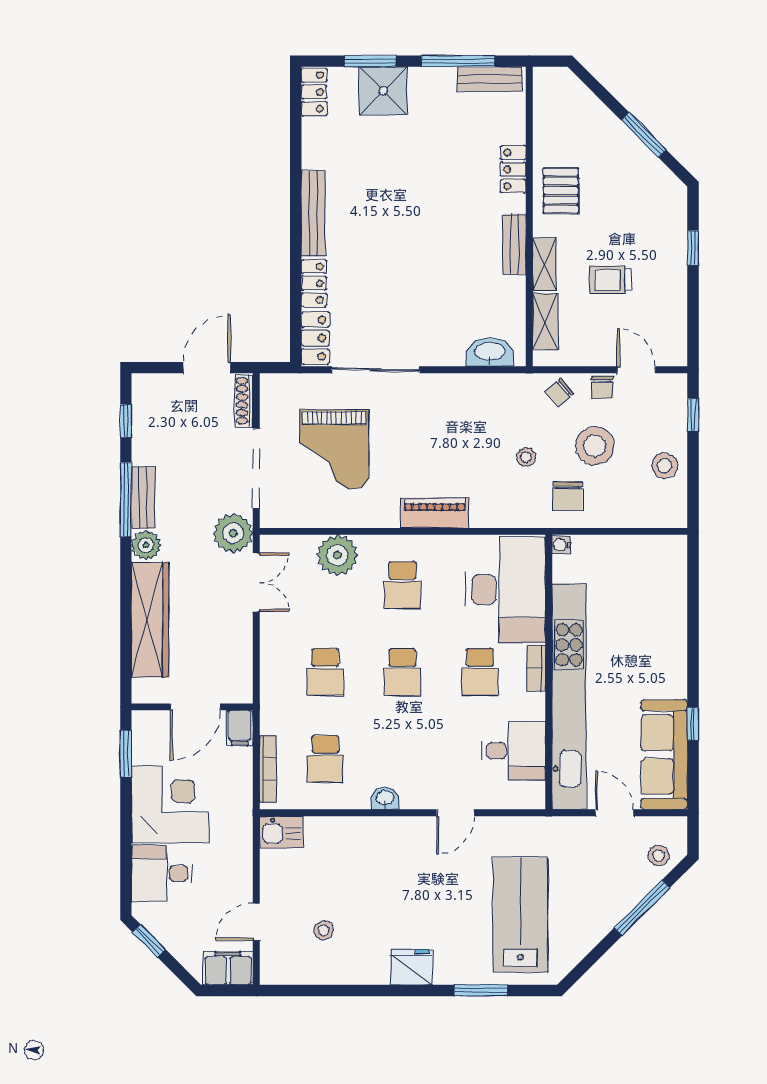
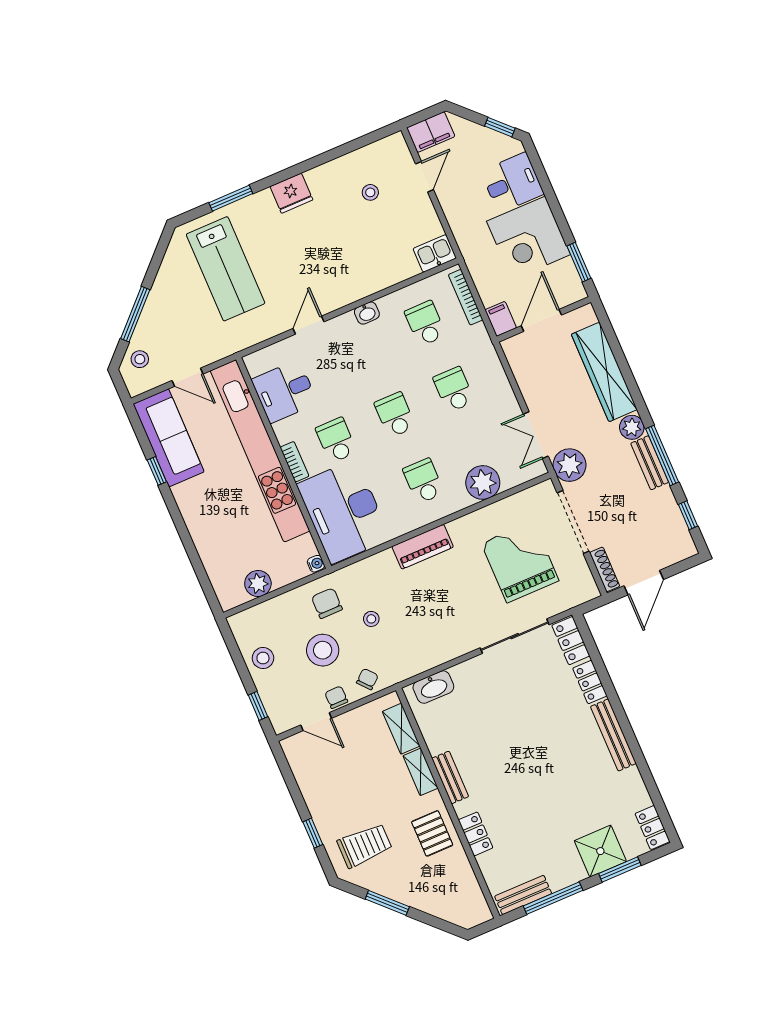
trolley: (610, 280) -> (365, 845), moved, width x1.36, depth x1.39
plant: (635, 551) -> (258, 584), added

